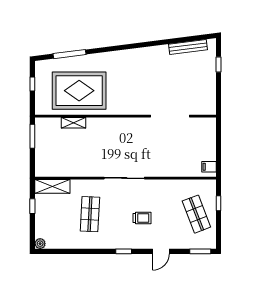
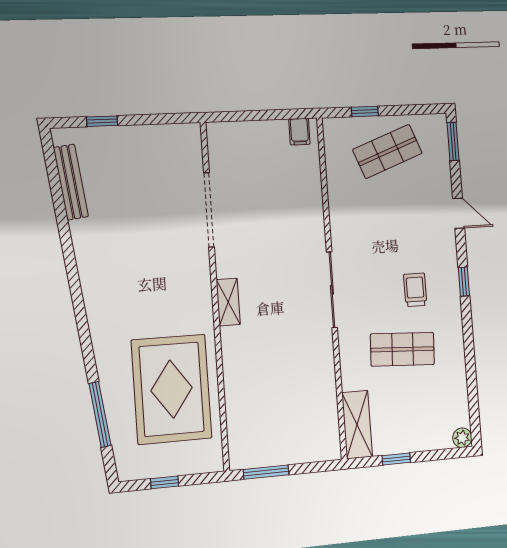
shelving: (73, 123) -> (228, 302), moved
trolley: (142, 218) -> (415, 290), moved

